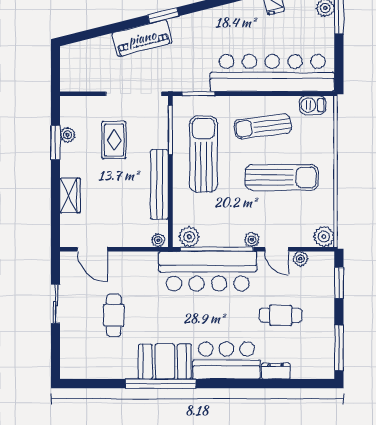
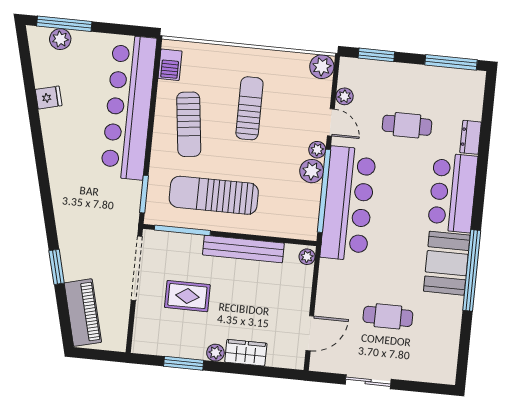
window: (163, 15) -> (57, 267), moved
piano: (142, 38) -> (83, 313), moved
plant: (67, 135) -> (215, 353), moved
sun lounger: (282, 178) -> (249, 108), width x0.73, depth x0.75
plant: (189, 237) -> (312, 171), moved
door: (277, 249) -> (331, 122), hinge flipped
cafe table: (281, 315) -> (407, 125), turned 90

